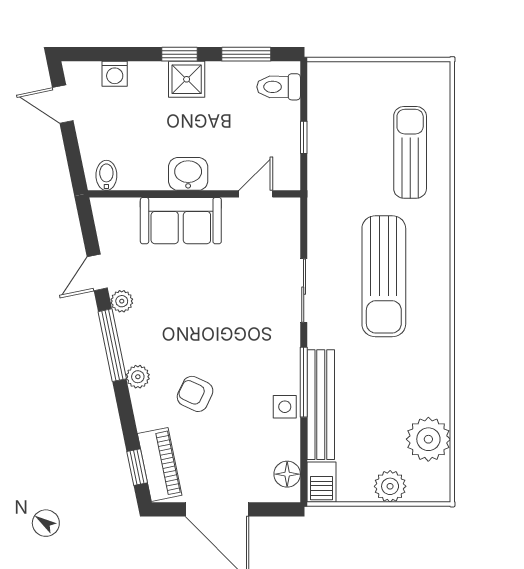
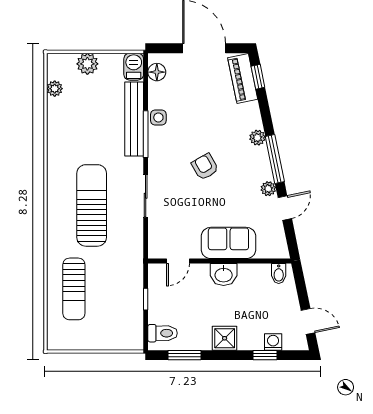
window: (180, 54) -> (265, 355), moved
armchair: (195, 394) -> (205, 167), moved, turned -145
plant: (428, 439) -> (55, 89), width x0.53, depth x0.53

